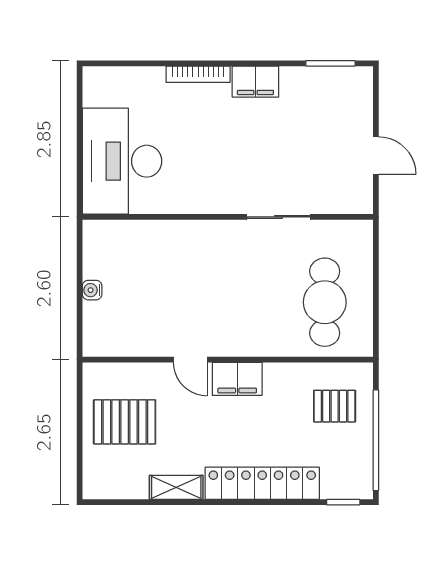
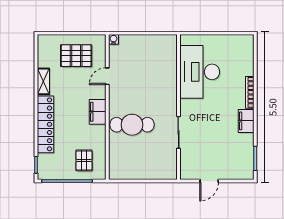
desk: (122, 161) -> (200, 72), moved, turned -90
water cooler: (92, 290) -> (114, 39), moved
cafe table: (325, 302) -> (132, 125), moved
door: (190, 360) -> (107, 76), moved
pallet: (125, 422) -> (76, 56), turned 90

